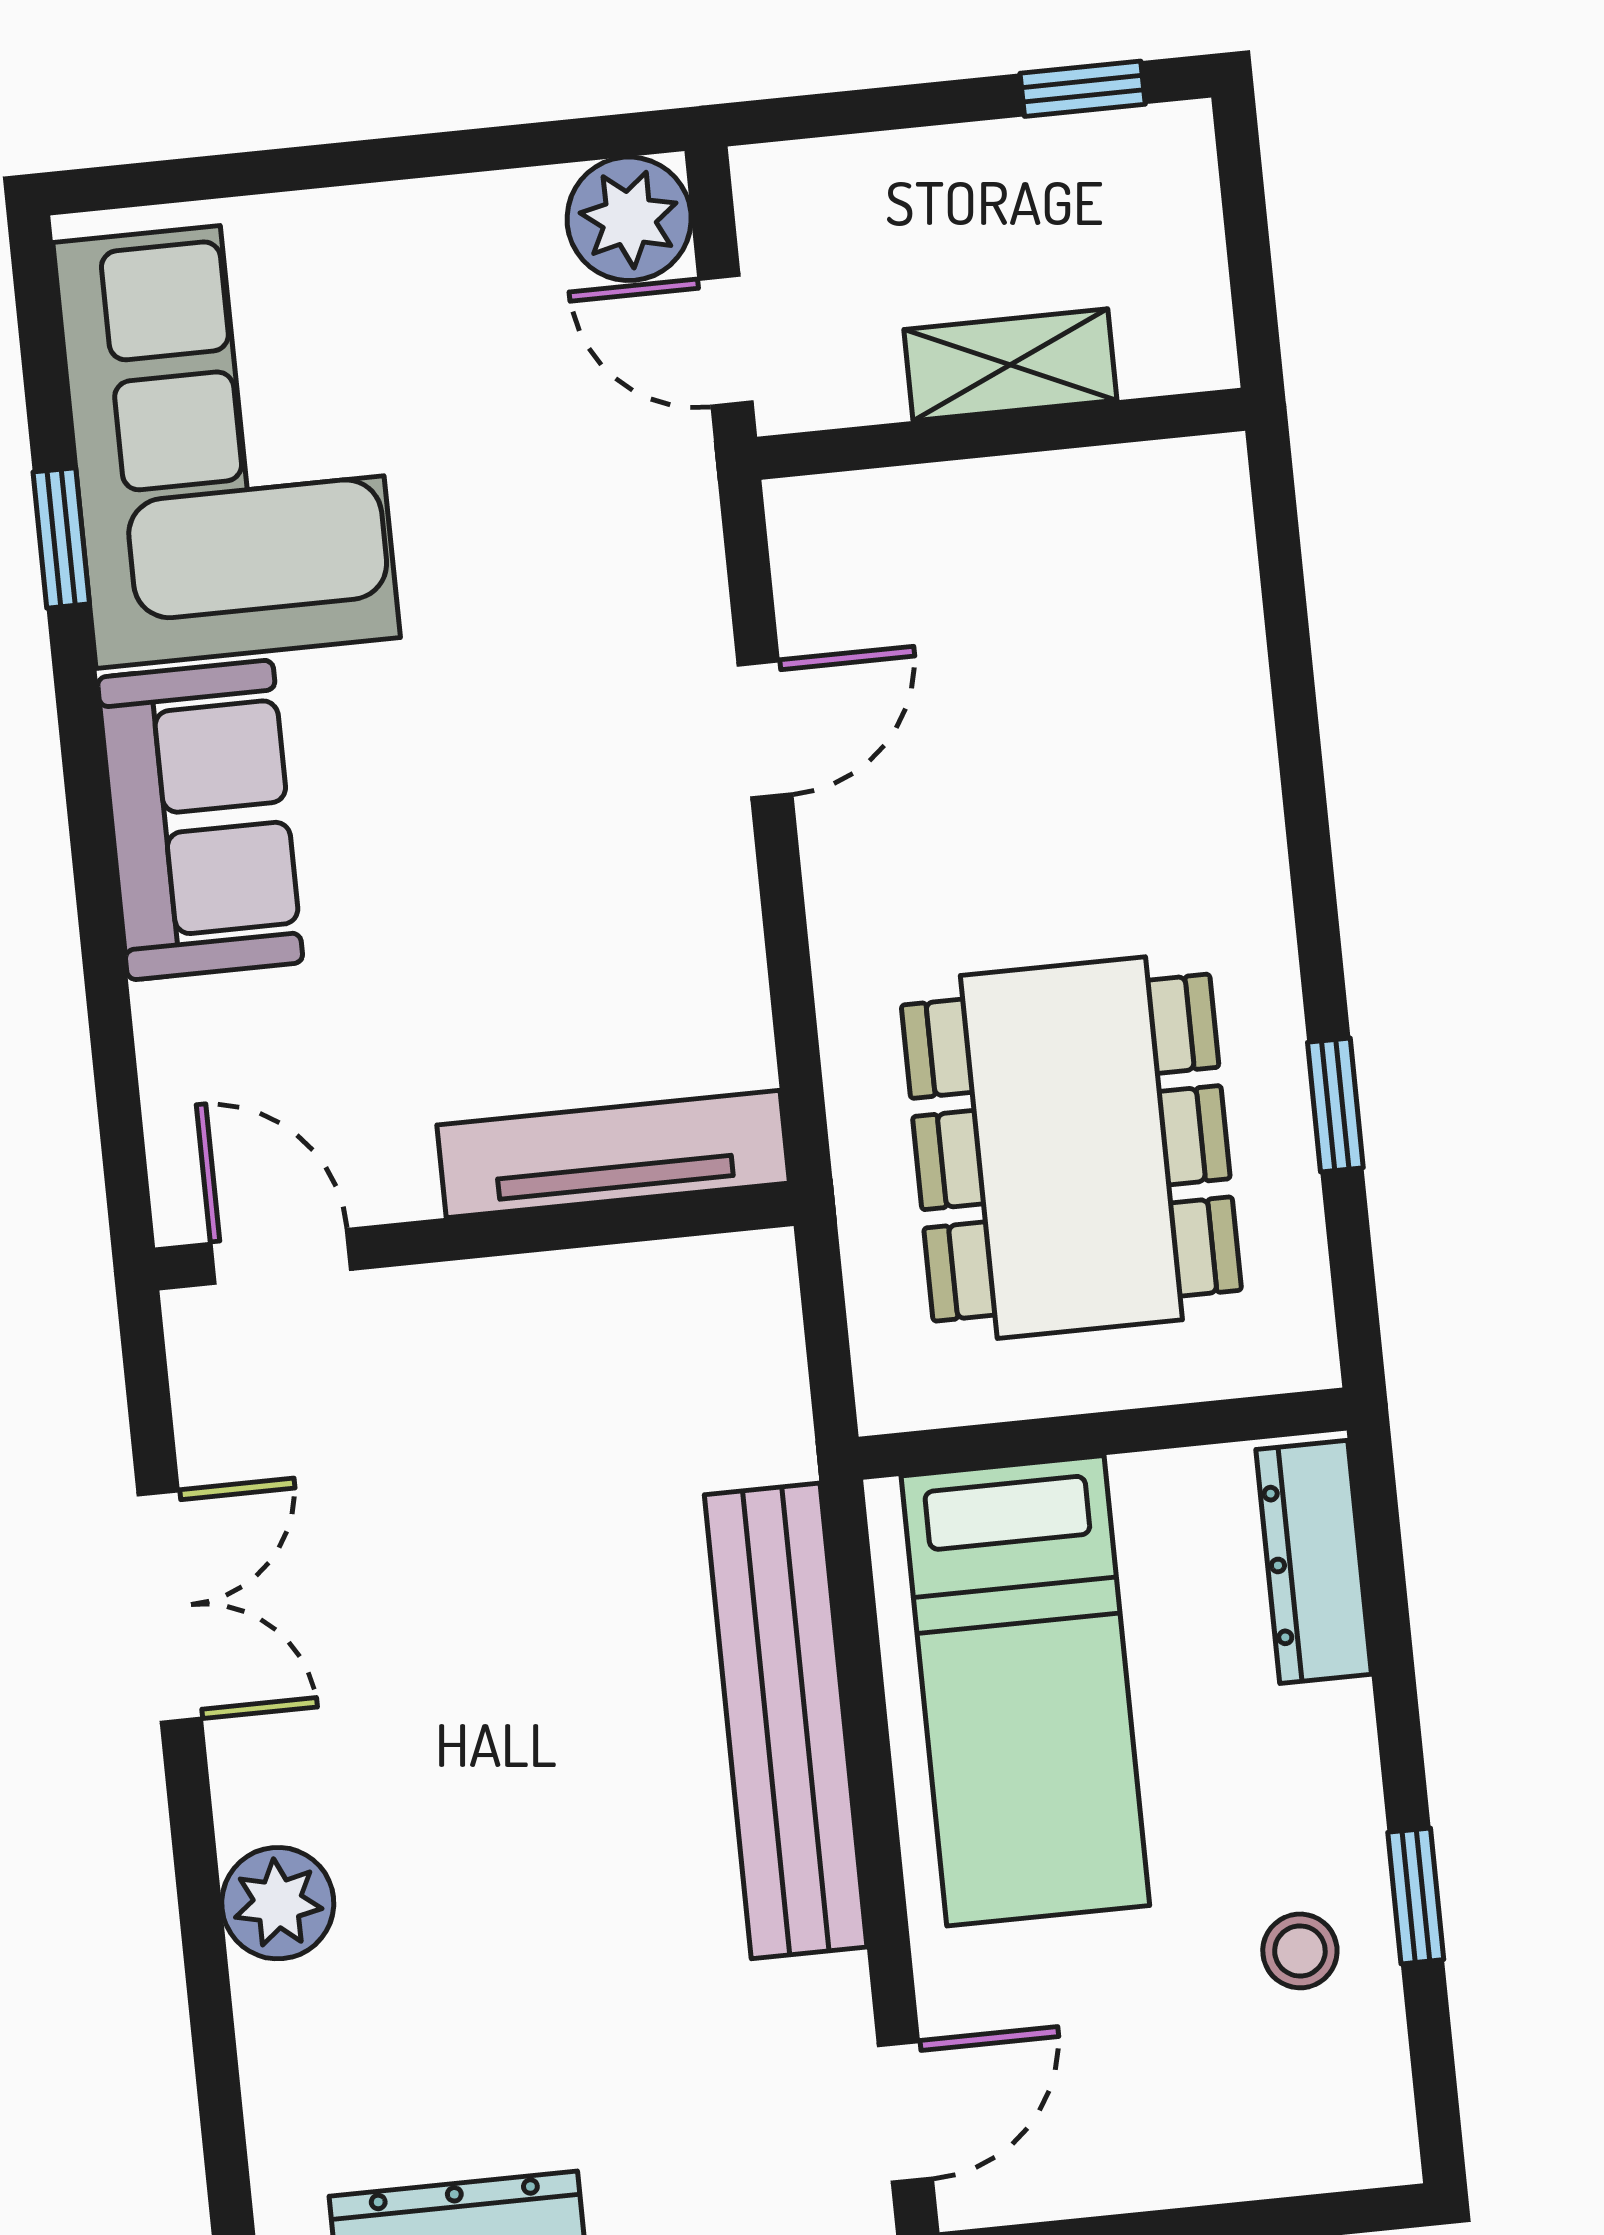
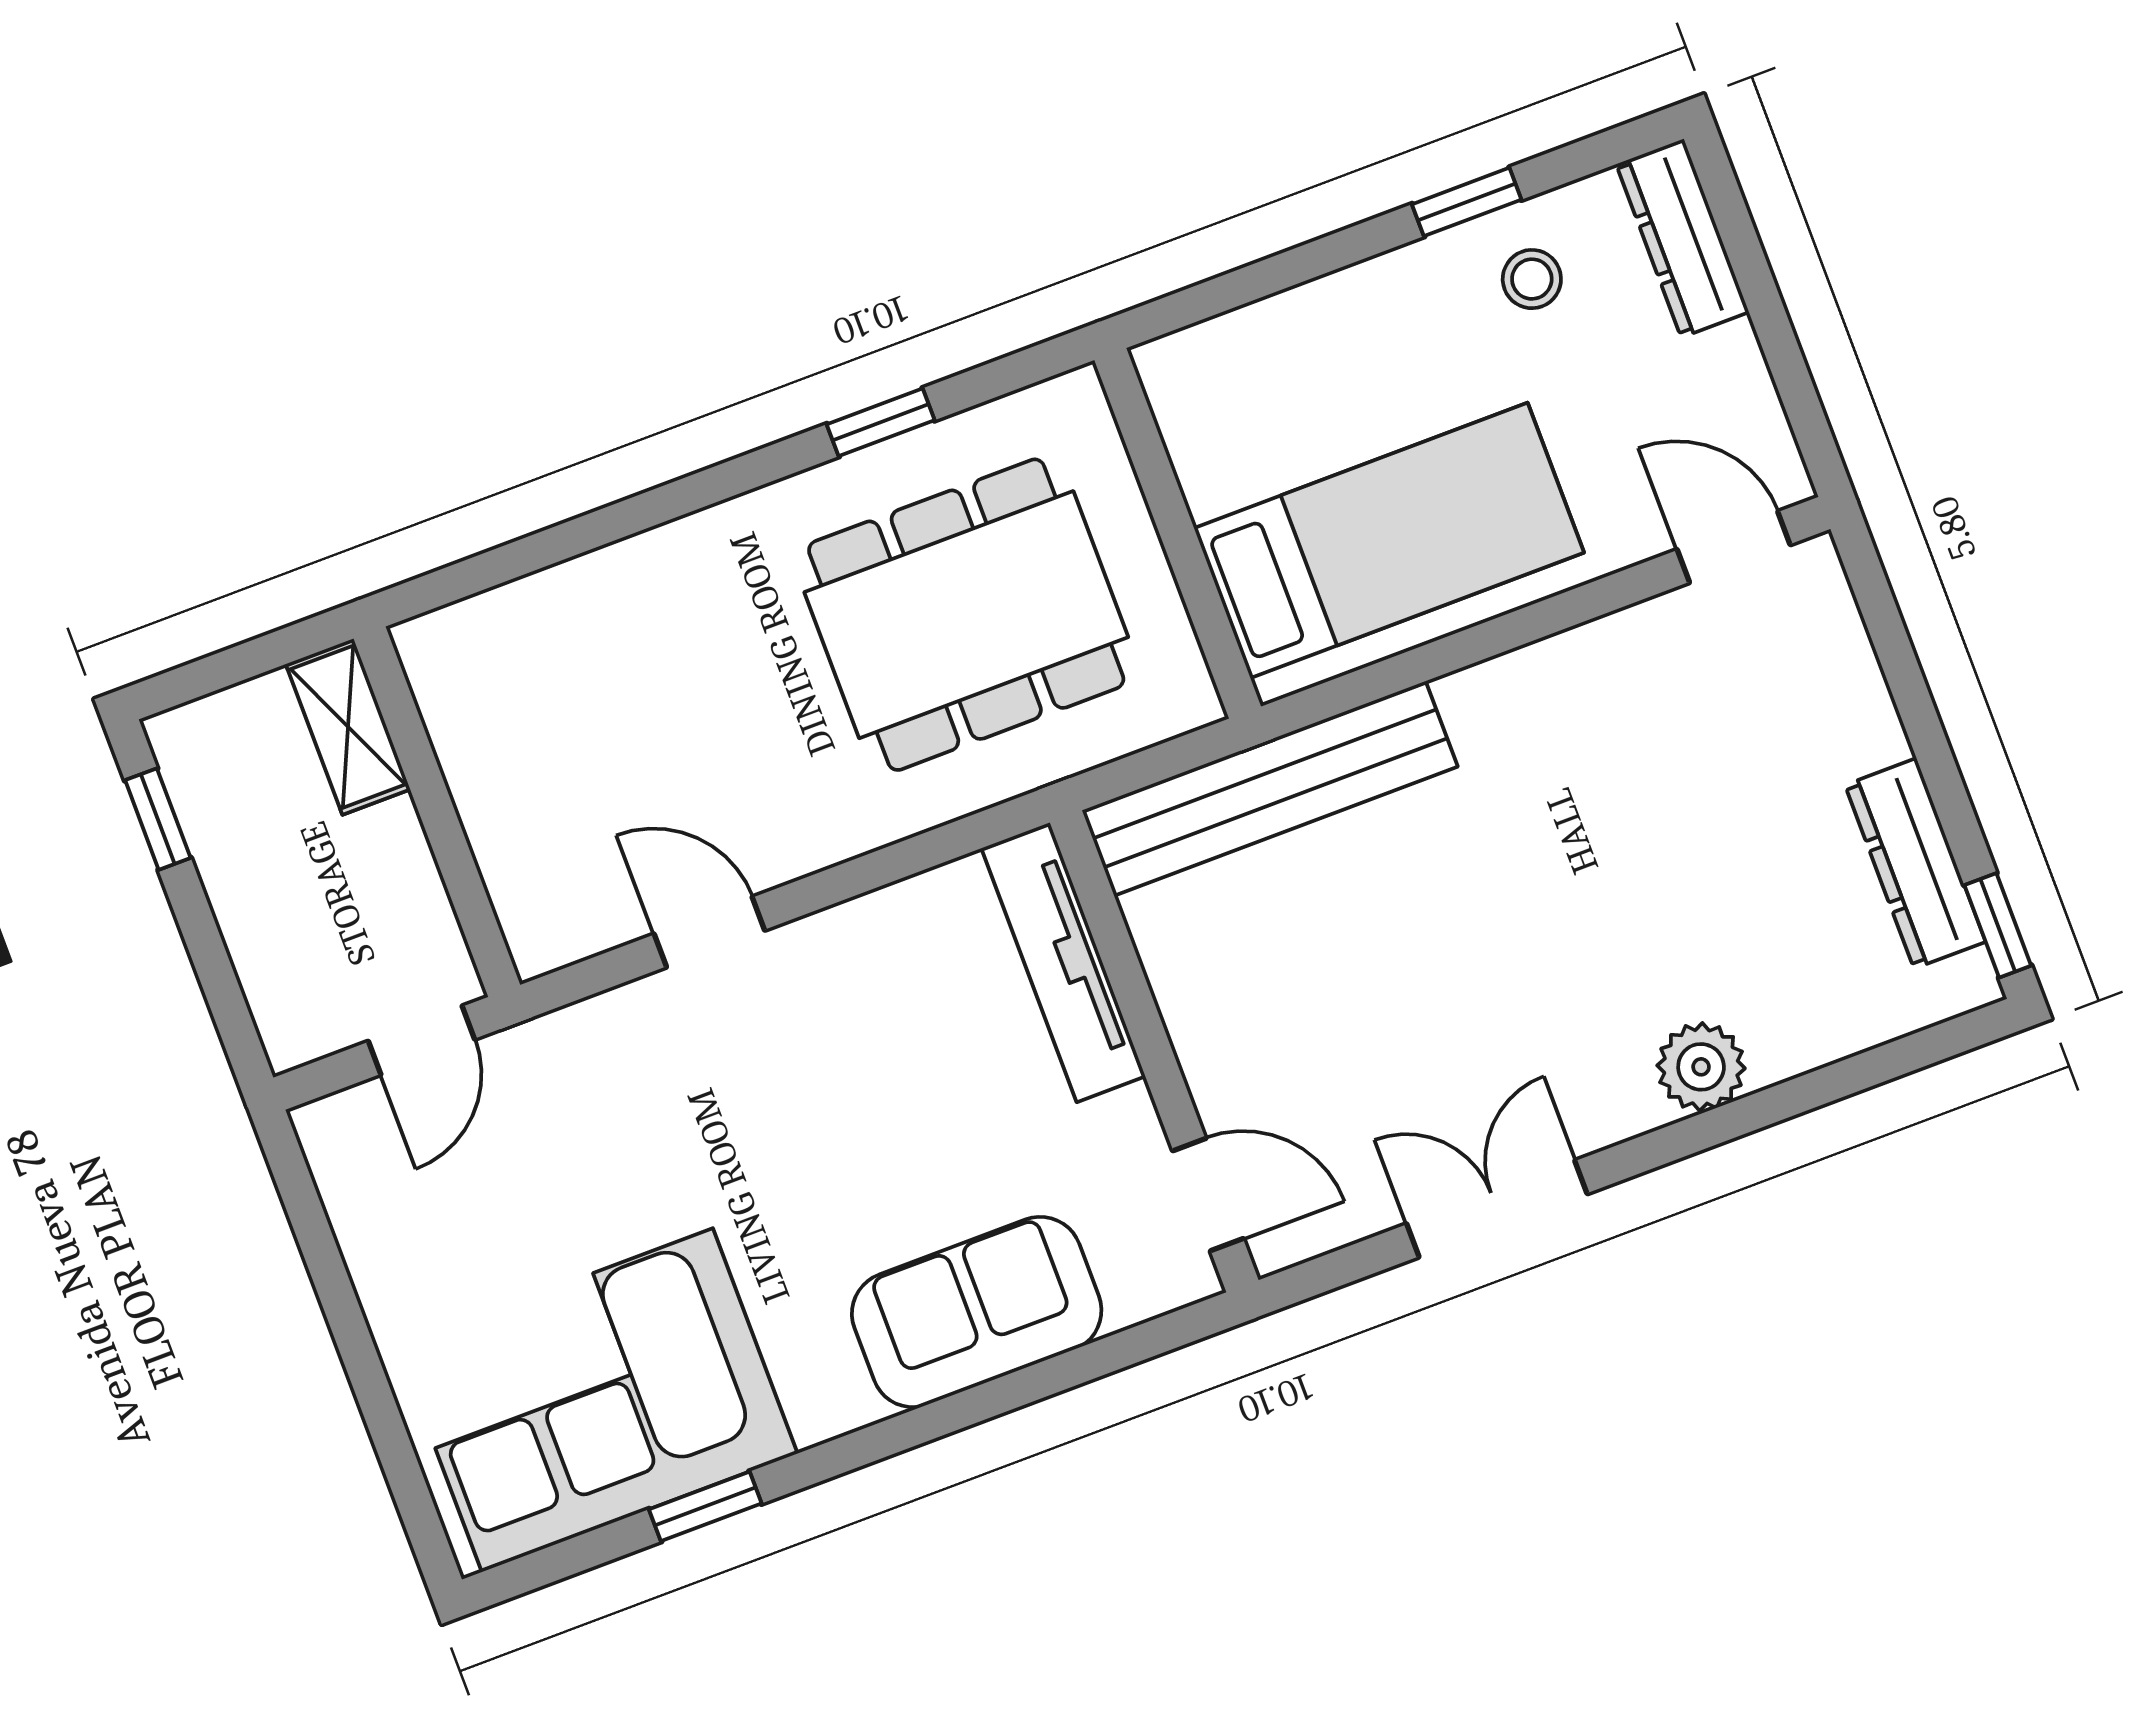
plant: (629, 219) -> (348, 1138), removed
shelving: (1010, 365) -> (348, 727), moved
sofa: (200, 820) -> (977, 1312), moved
door: (281, 1256) -> (1208, 1195), swing flipped
dresser: (1314, 1562) -> (1683, 238), moved, turned 90
bench: (786, 1721) -> (1270, 788), moved

